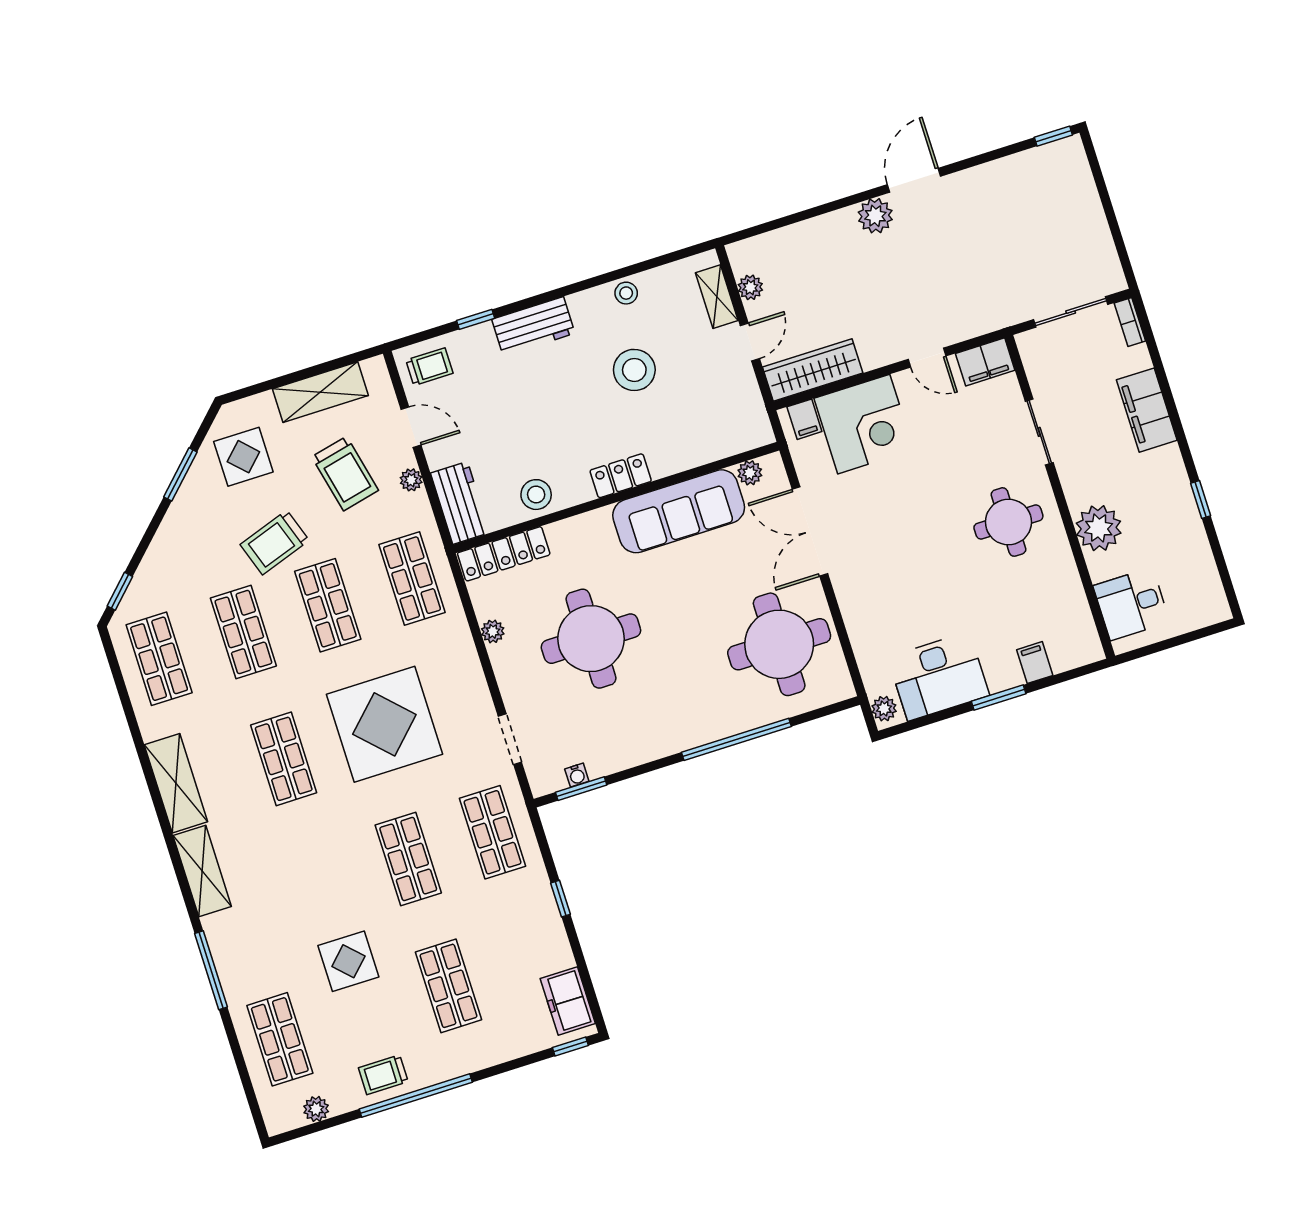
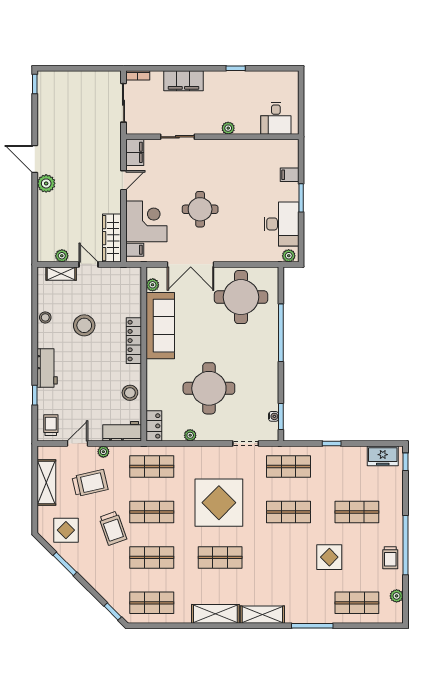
locker: (621, 476) -> (134, 341), width x1.53
round table: (1008, 522) -> (200, 209), moved
plant: (1099, 528) -> (228, 128), width x0.53, depth x0.53
locker: (504, 554) -> (154, 426), width x0.66

